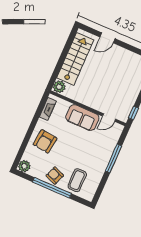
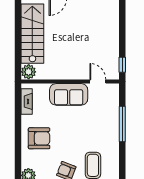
door: (109, 118) -> (98, 82), swing flipped
armchair: (45, 141) -> (39, 138), turned -97

